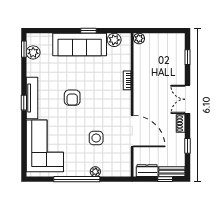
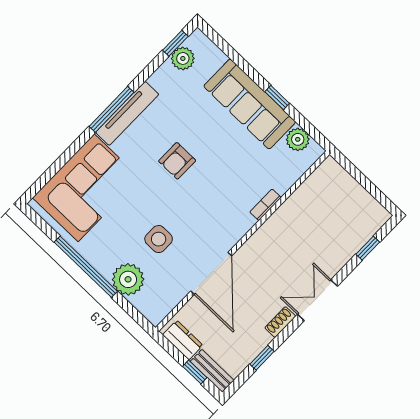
plant: (139, 38) -> (330, 167), removed
window: (24, 103) -> (112, 109), width x2.17
plant: (95, 172) -> (128, 279), width x1.88, depth x1.88

